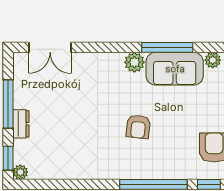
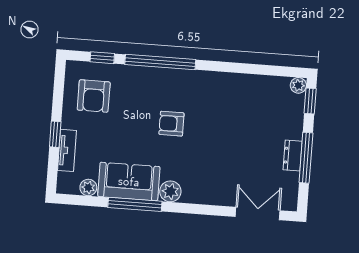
dresser: (21, 124) -> (293, 156), moved
armchair: (138, 127) -> (171, 124), turned -96

